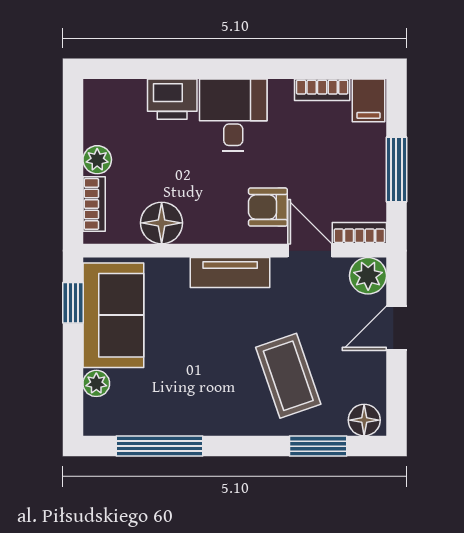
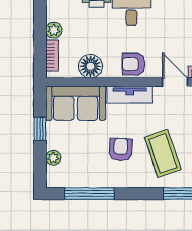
armchair: (268, 207) -> (133, 64), moved
window: (73, 303) -> (40, 129), moved
sofa: (113, 315) -> (76, 103), moved, turned 90
armchair: (214, 369) -> (121, 149), added

